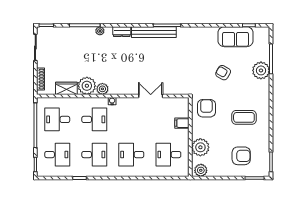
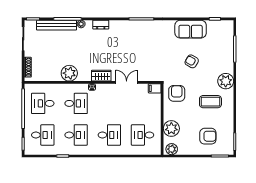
bench: (154, 32) -> (56, 25), moved
sofa: (236, 37) -> (191, 29), moved
plant: (261, 70) -> (226, 81), moved
wardrobe: (66, 88) -> (101, 76), moved
plant: (102, 89) -> (83, 76), removed
filing cabinet: (182, 123) -> (155, 88), moved
desk: (131, 155) -> (109, 135), turned 180

